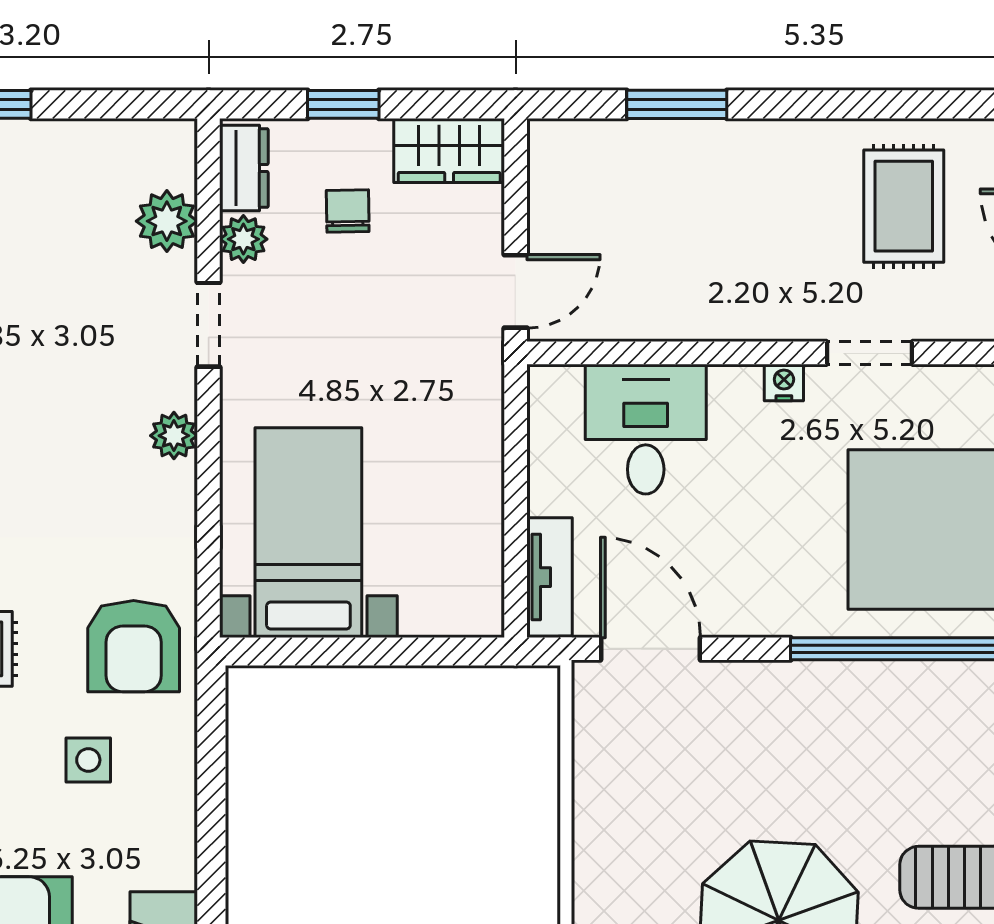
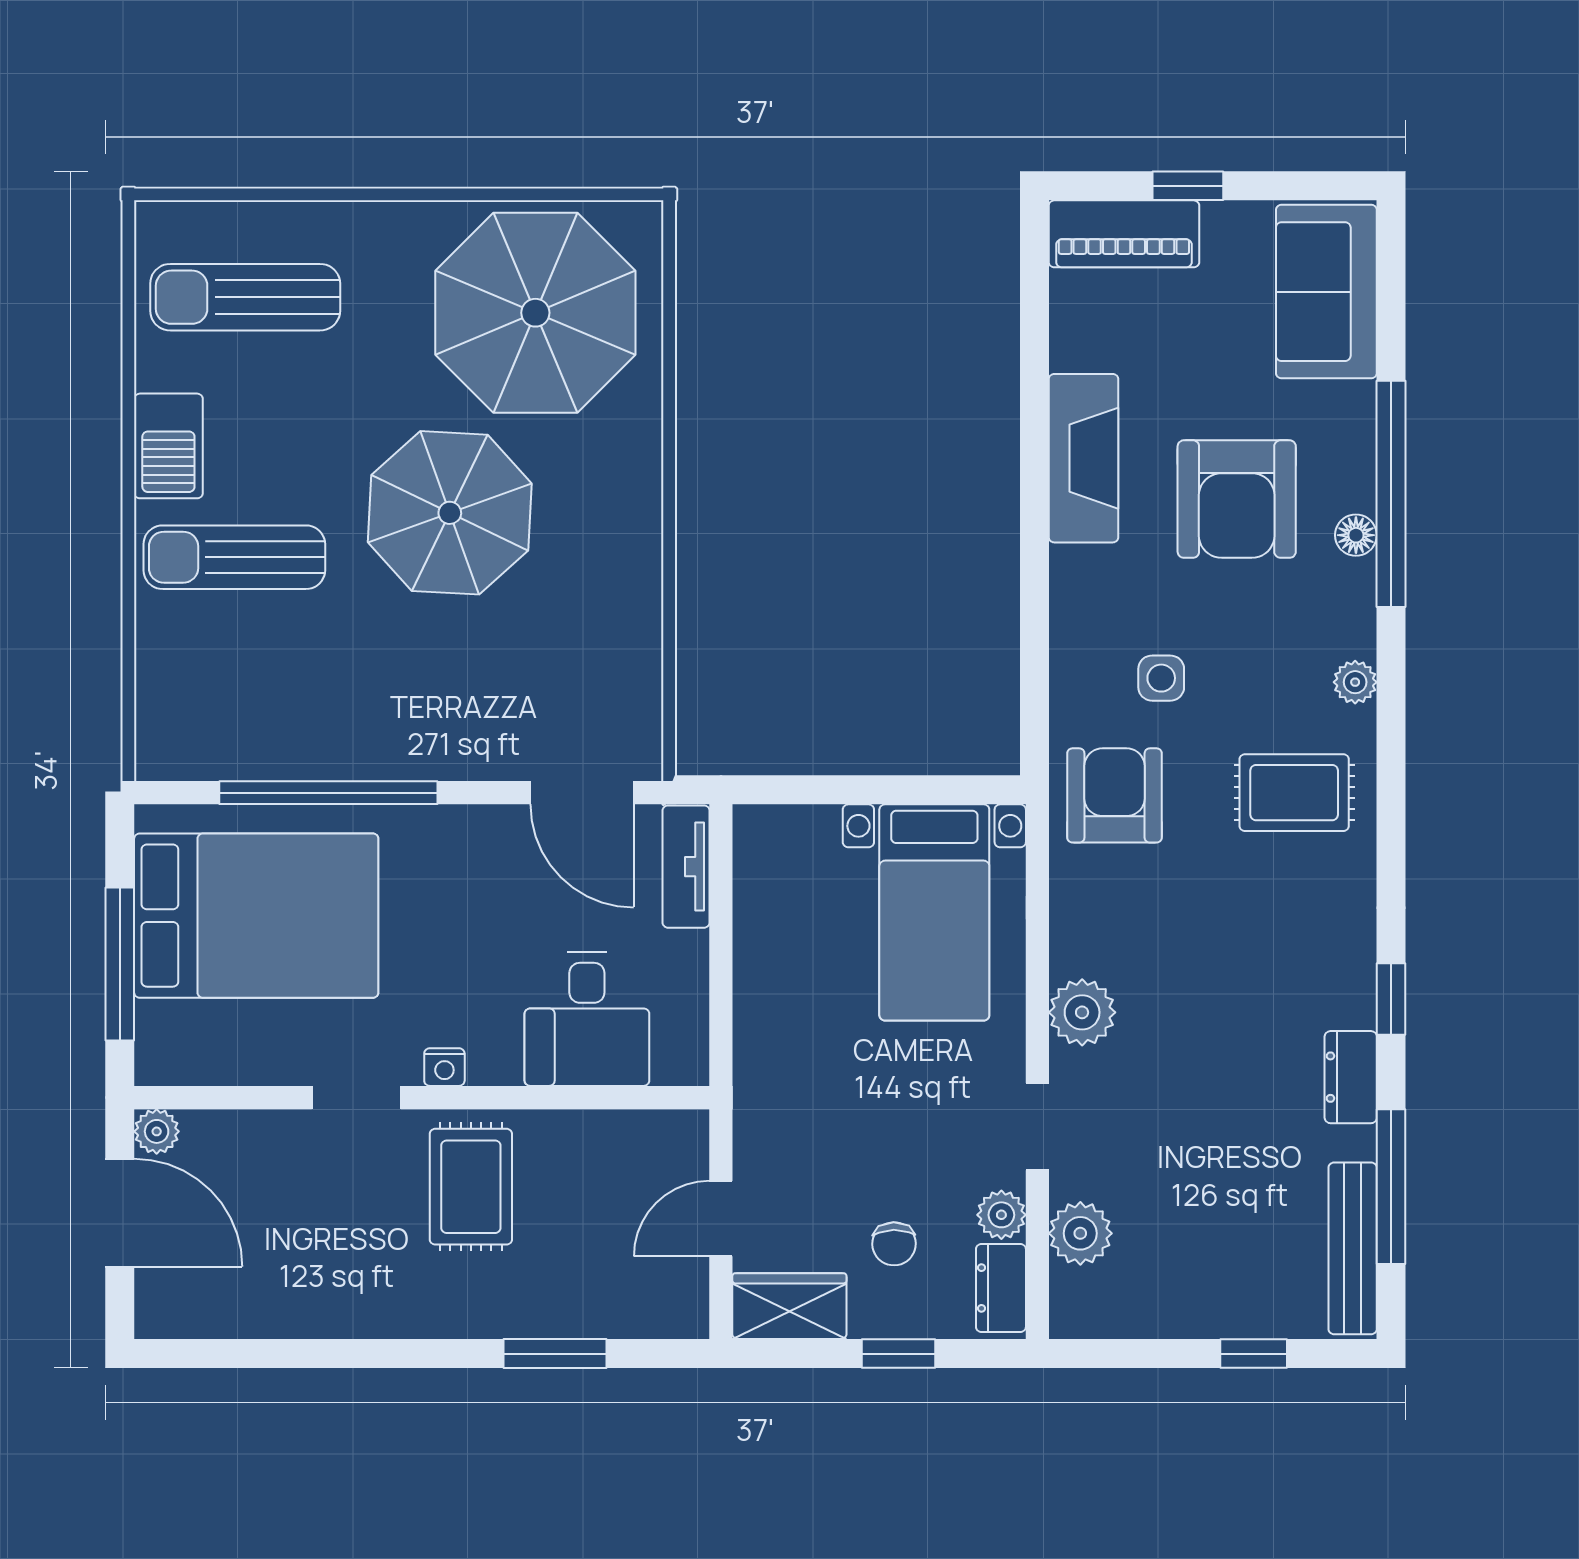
rug: (904, 206) -> (471, 1187), moved
door: (516, 291) -> (721, 1219), moved
plant: (174, 436) -> (1082, 1012), width x1.38, depth x1.38

